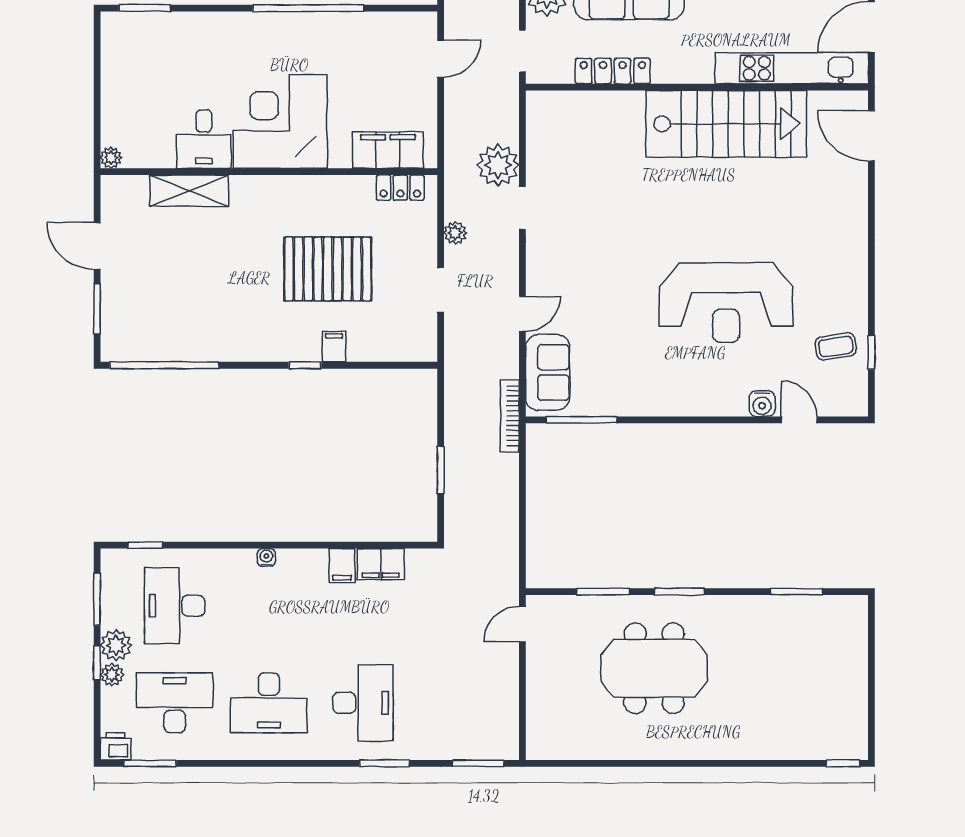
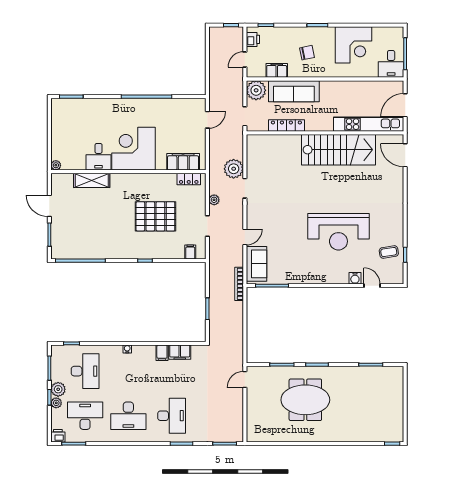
filing cabinet: (334, 347) -> (190, 252), moved
desk: (175, 606) -> (85, 371), turned 180

